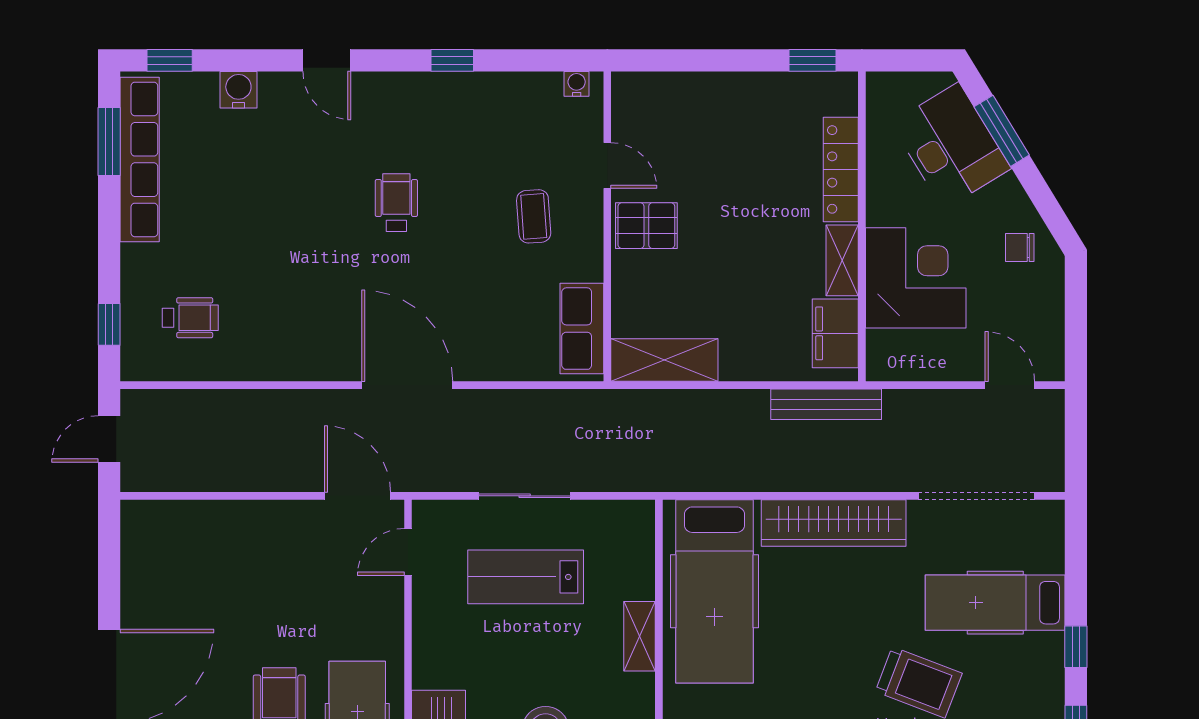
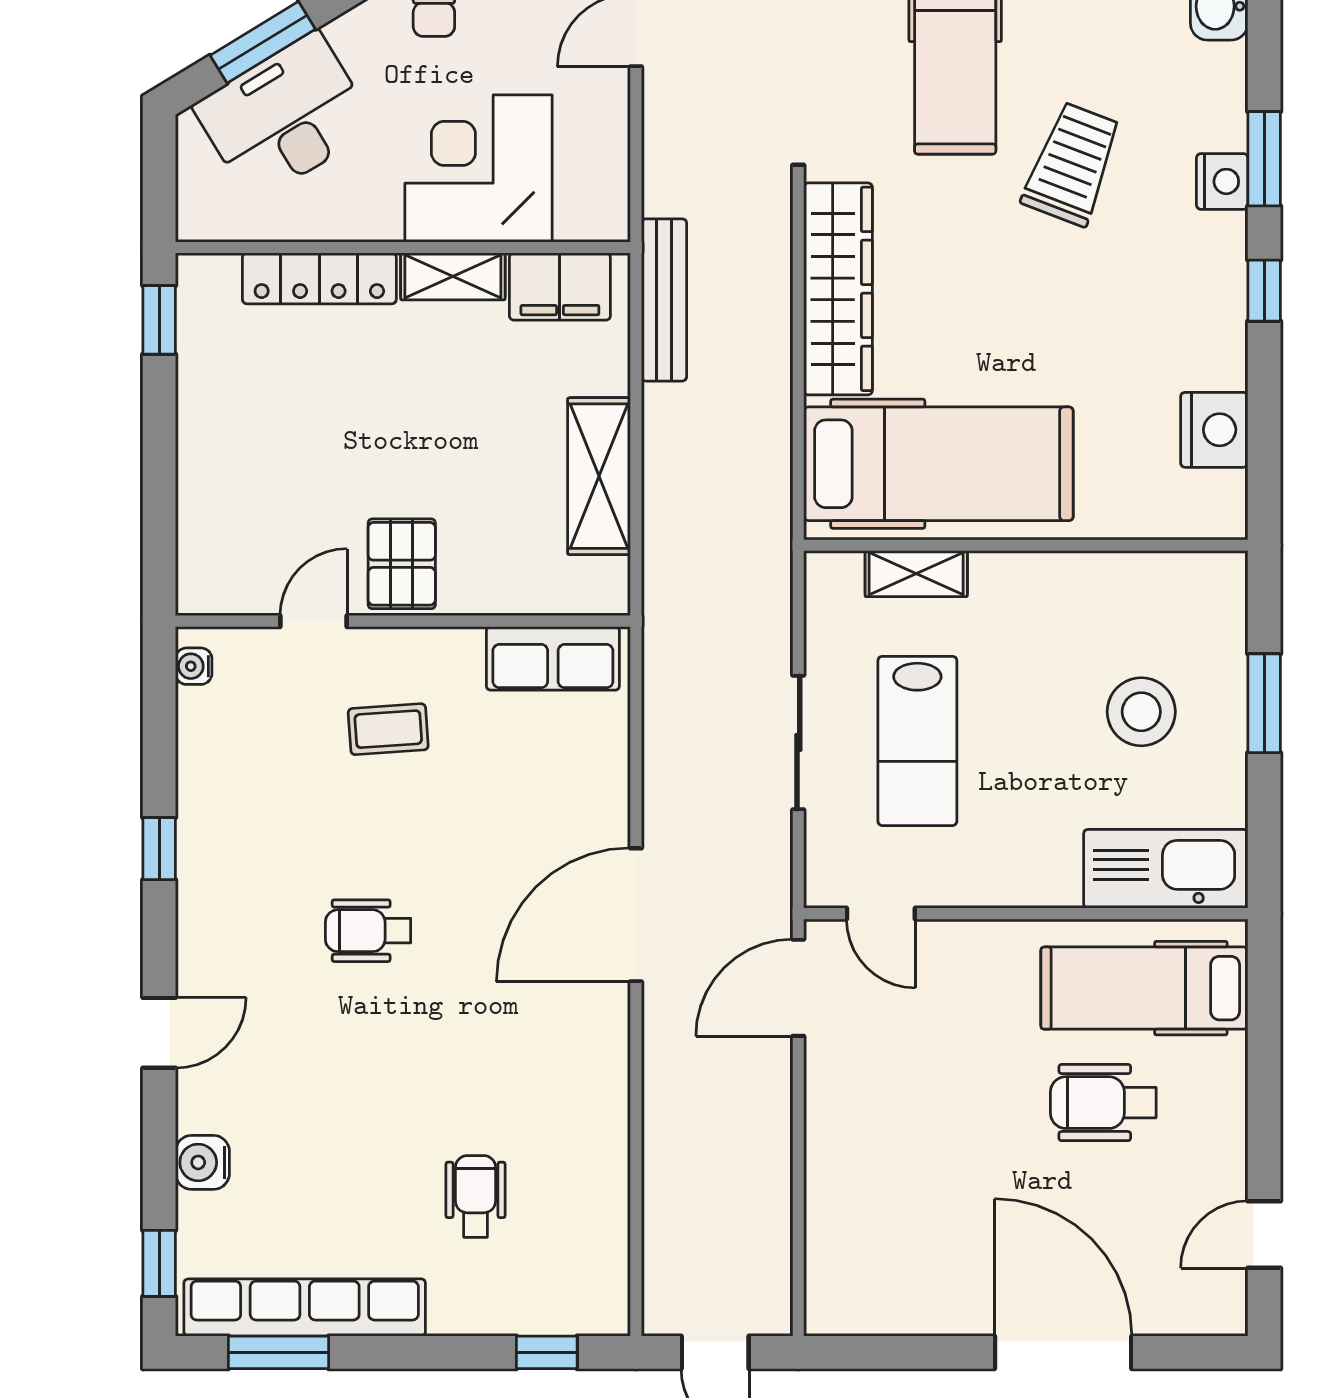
wheelchair: (190, 318) -> (475, 1196), moved
shelving: (664, 360) -> (599, 476), moved
shelving: (640, 636) -> (916, 574), moved

